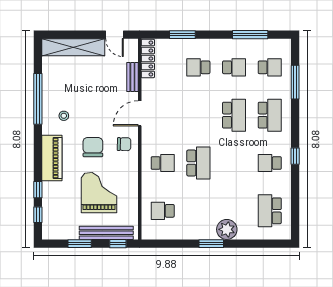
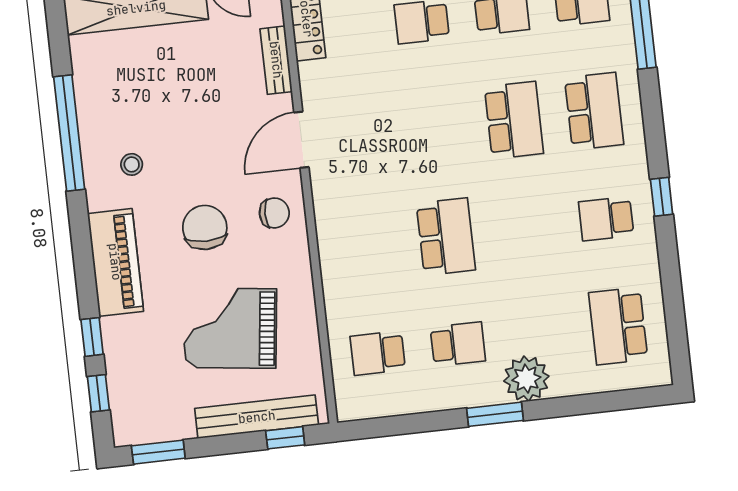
school desk: (163, 163) -> (458, 344), moved
grand piano: (99, 193) -> (230, 328), turned -83
window: (80, 244) -> (158, 452), moved

